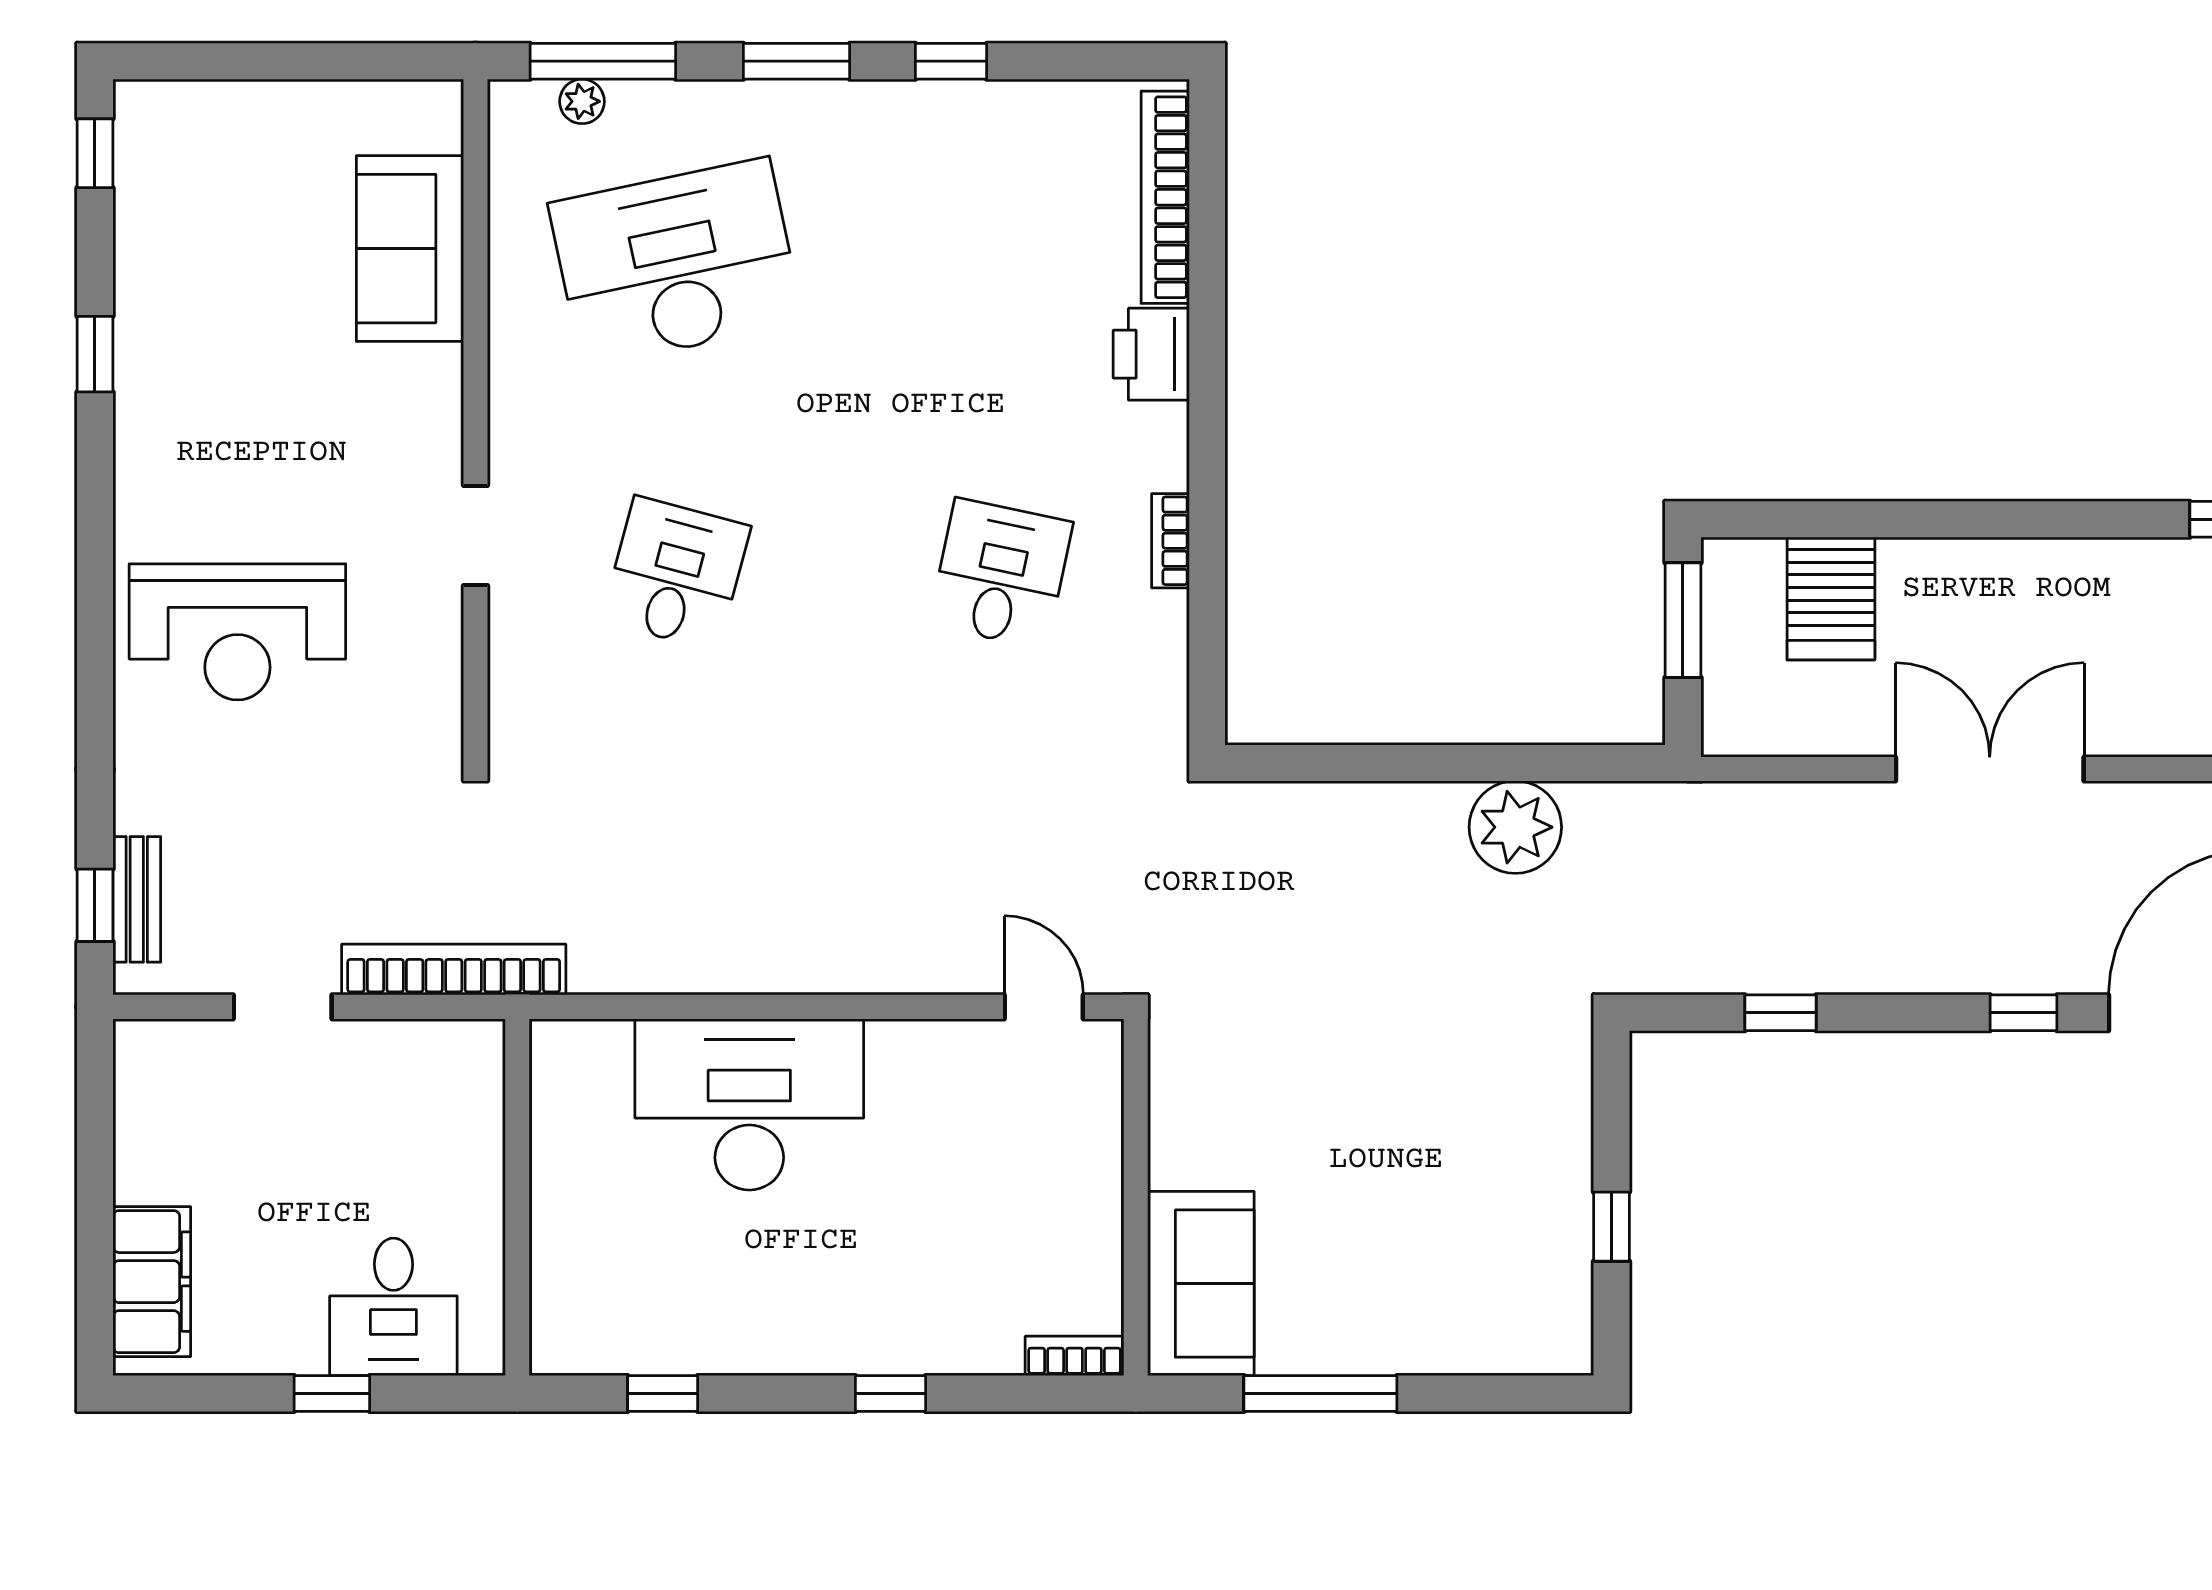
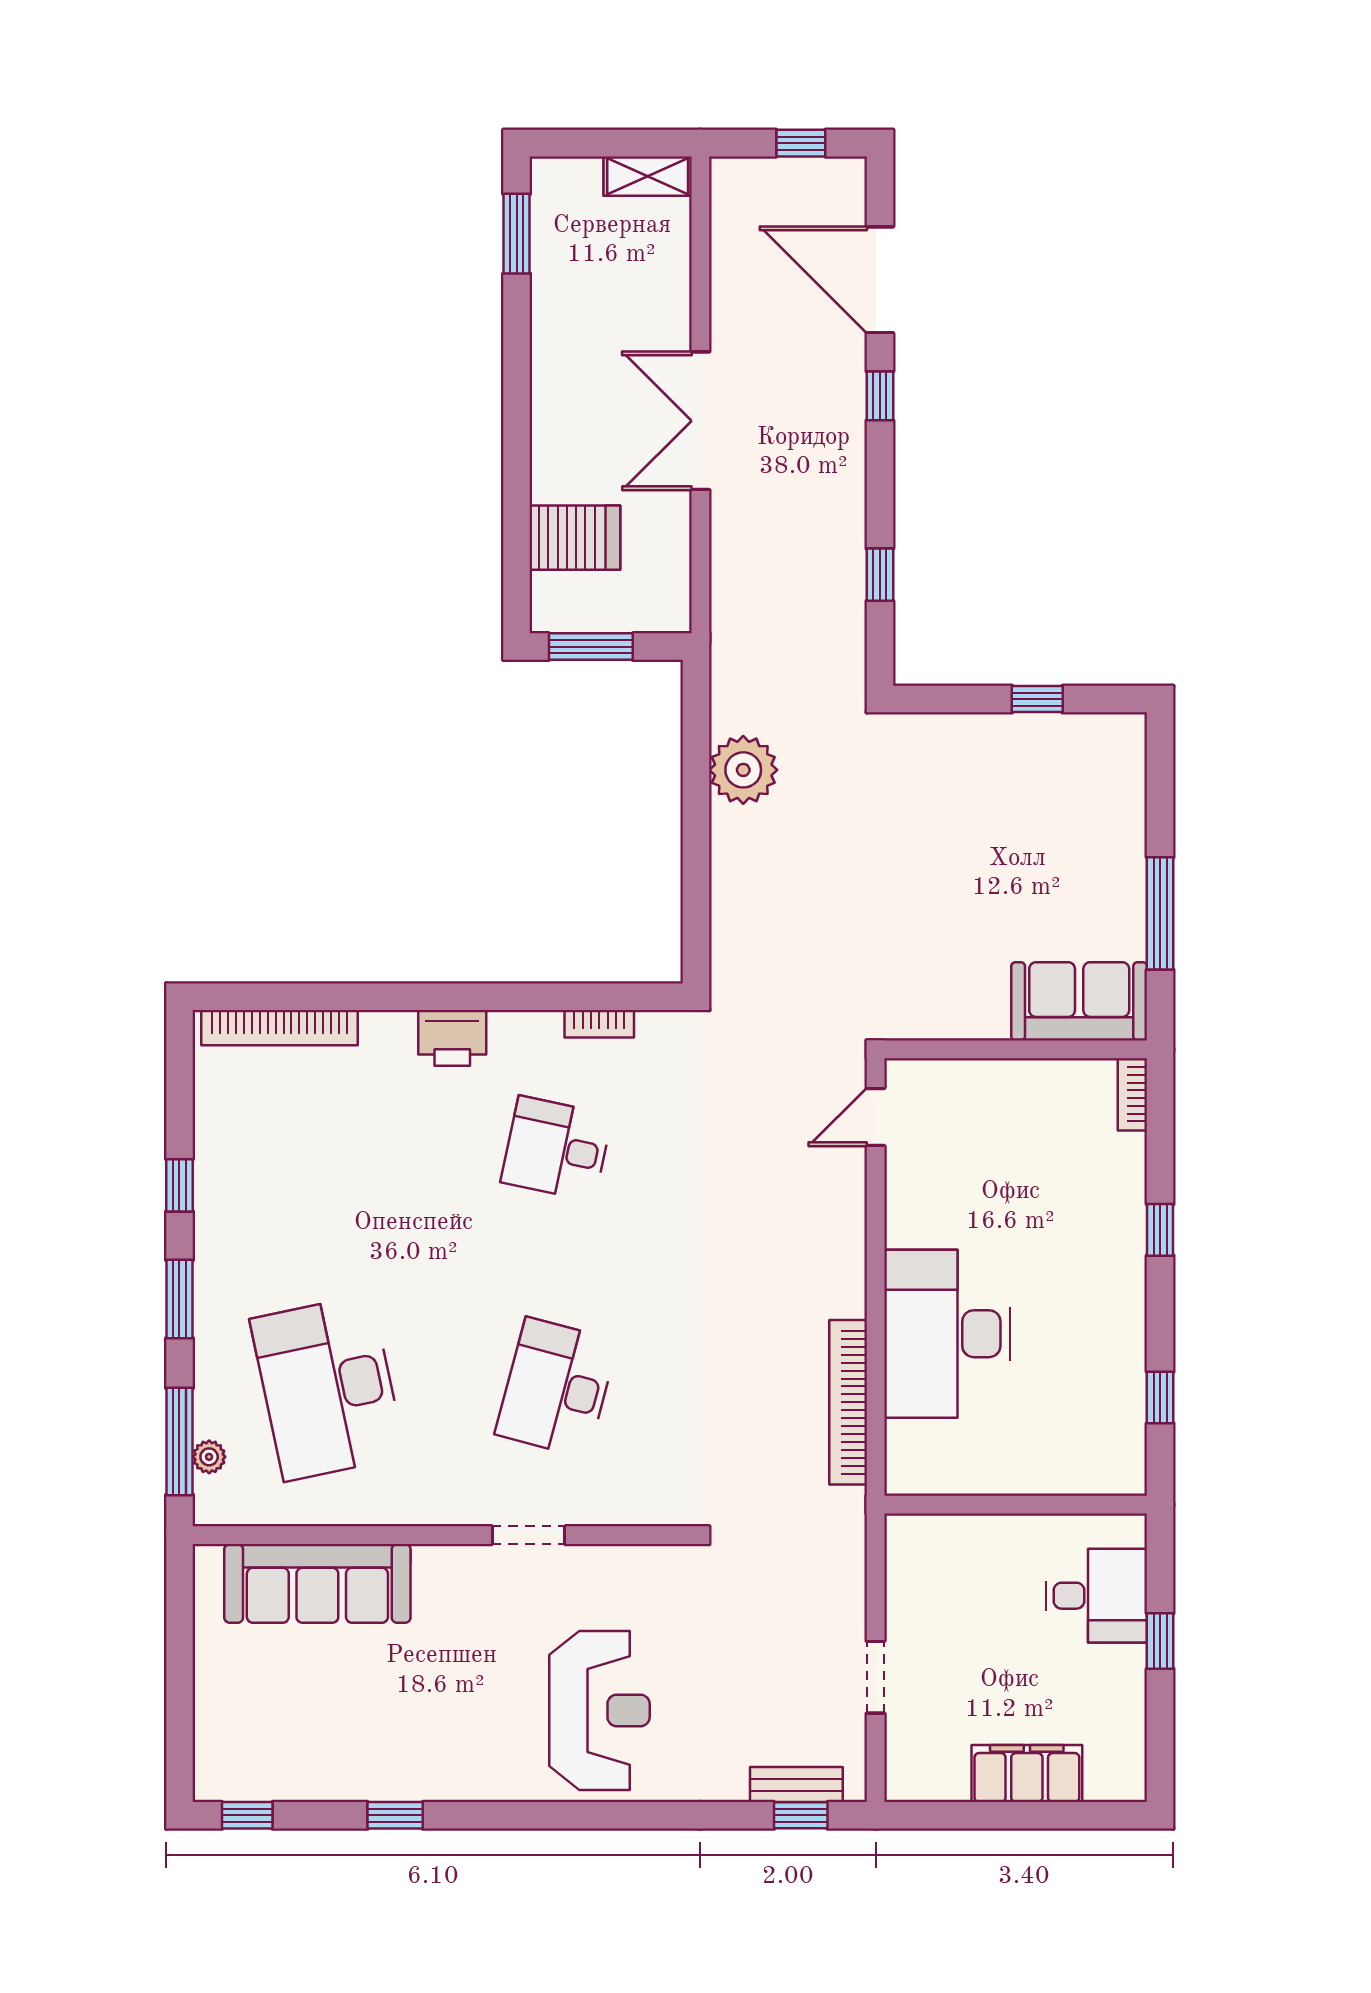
sofa: (410, 249) -> (317, 1583), width x1.36
printer: (1151, 354) -> (452, 1038), moved
bookcase: (1170, 541) -> (599, 1024), moved
desk: (676, 574) -> (557, 1388), width x1.37
bookcase: (454, 970) -> (848, 1402), moved
filing cabinet: (152, 1282) -> (1027, 1774), moved

